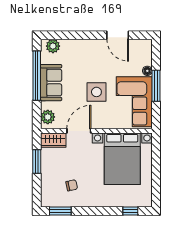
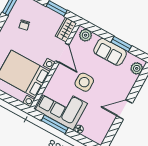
door: (118, 35) -> (125, 110), moved
window: (37, 76) -> (121, 44), width x0.47
window: (156, 86) -> (55, 124), moved

